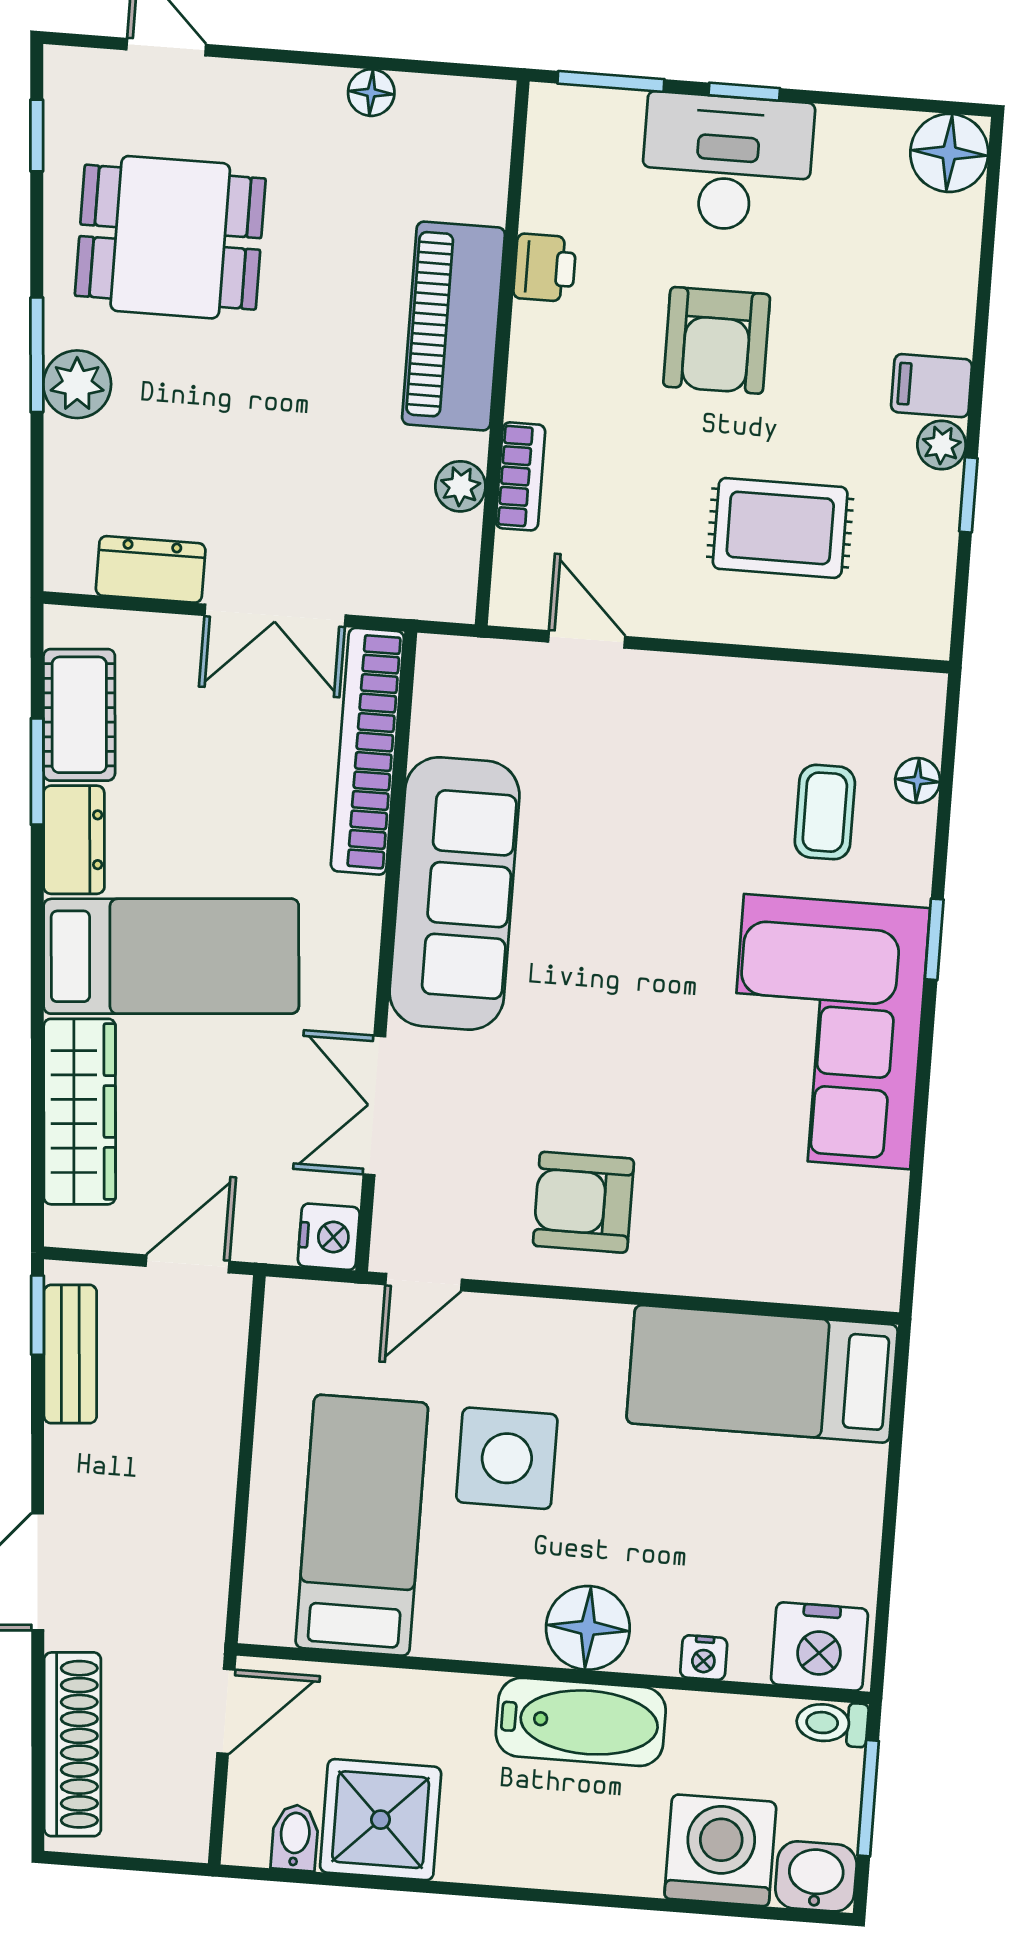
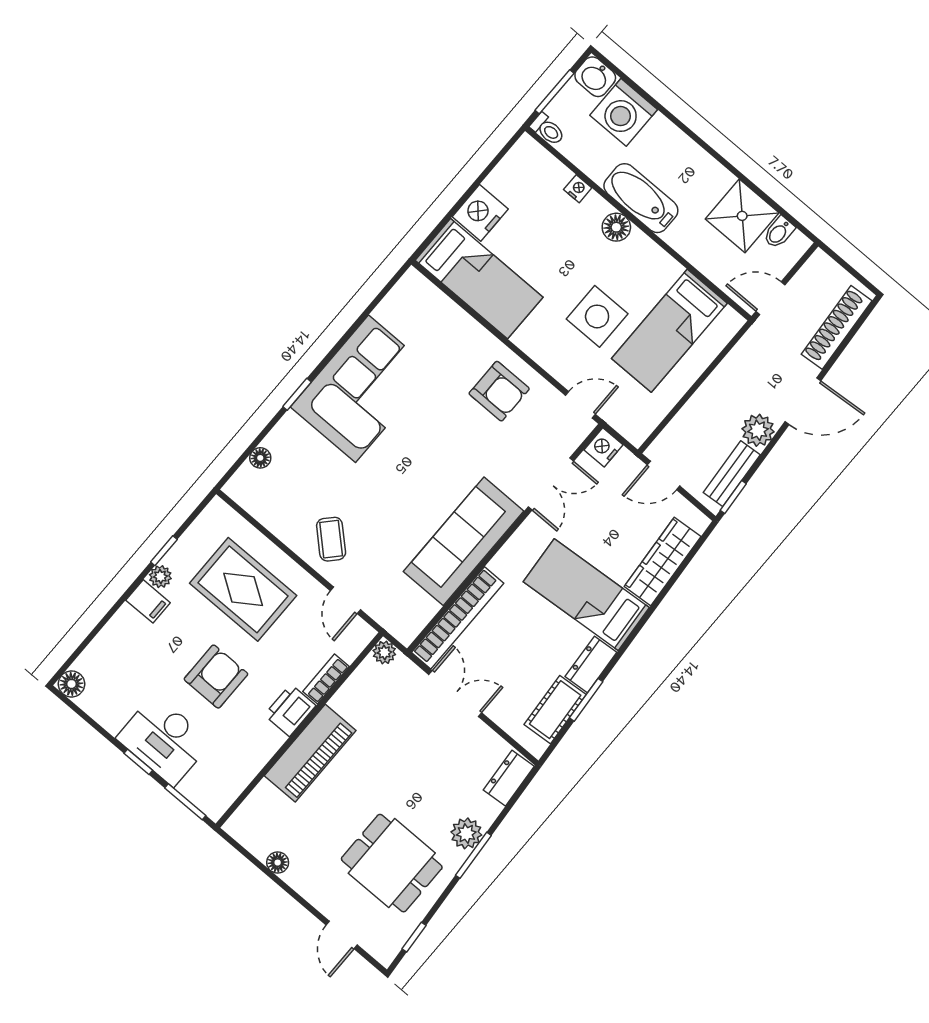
floor lamp: (949, 153) -> (71, 684), width x0.73, depth x0.73
printer: (545, 268) -> (290, 710), moved, width x1.36, depth x1.24
plant: (460, 486) -> (384, 652), moved
rug: (780, 528) -> (243, 589), width x1.36, depth x1.43
dresser: (151, 569) -> (509, 778), moved, turned 86
coffee table: (825, 812) -> (331, 539), moved, turned -47
plant: (79, 1464) -> (758, 430), added
floor lamp: (588, 1628) -> (616, 227), width x0.73, depth x0.73
nightstand: (819, 1646) -> (480, 213), moved, turned -90

